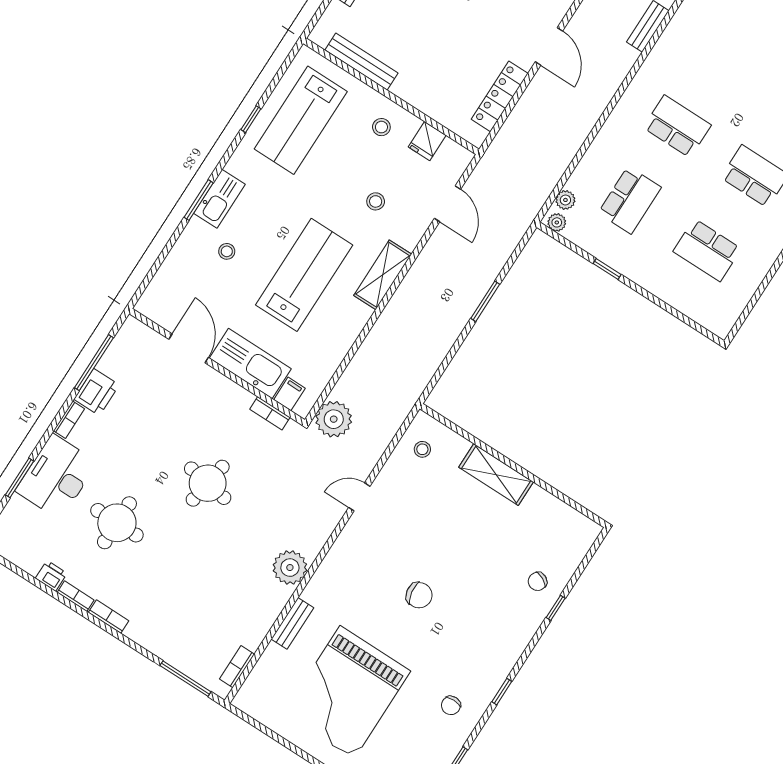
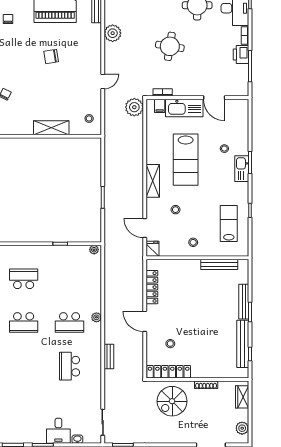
lab bench: (301, 120) -> (229, 223), width x0.73, depth x0.72
fridge: (427, 141) -> (153, 249), moved
plant: (565, 200) -> (96, 317), moved
school desk: (630, 200) -> (70, 366), moved

